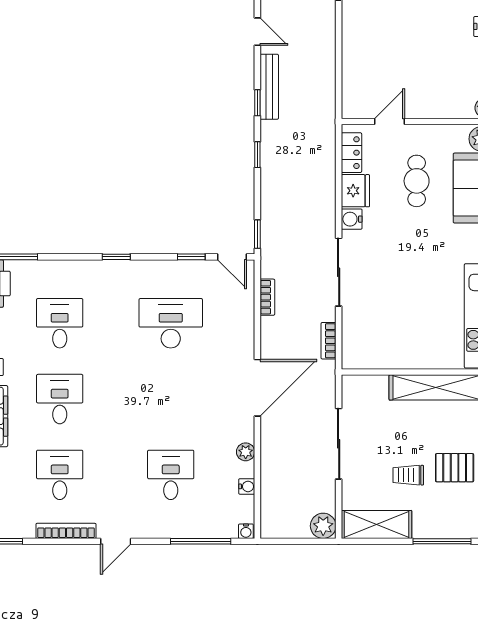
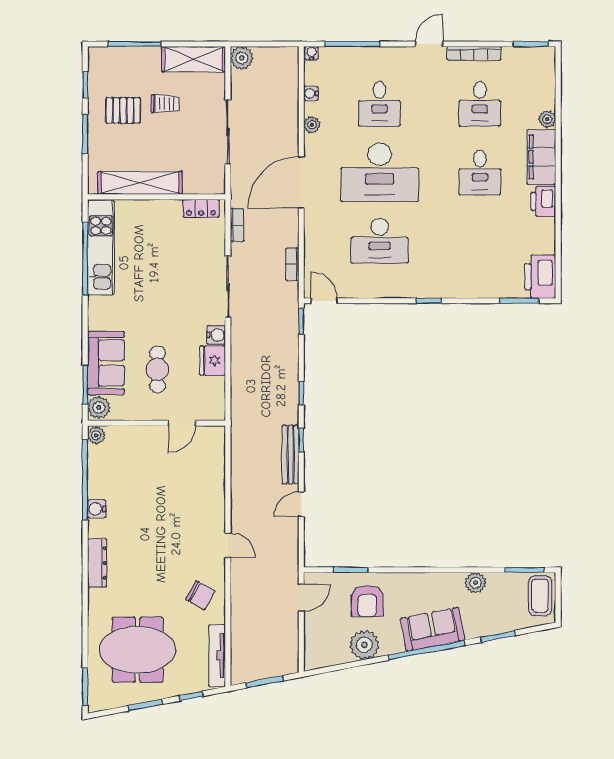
door: (257, 32) -> (301, 504), hinge flipped
locker: (351, 153) -> (201, 208), moved, turned -90
window: (191, 257) -> (361, 301), removed
desk: (60, 323) -> (380, 172), moved, width x1.87, depth x1.30

